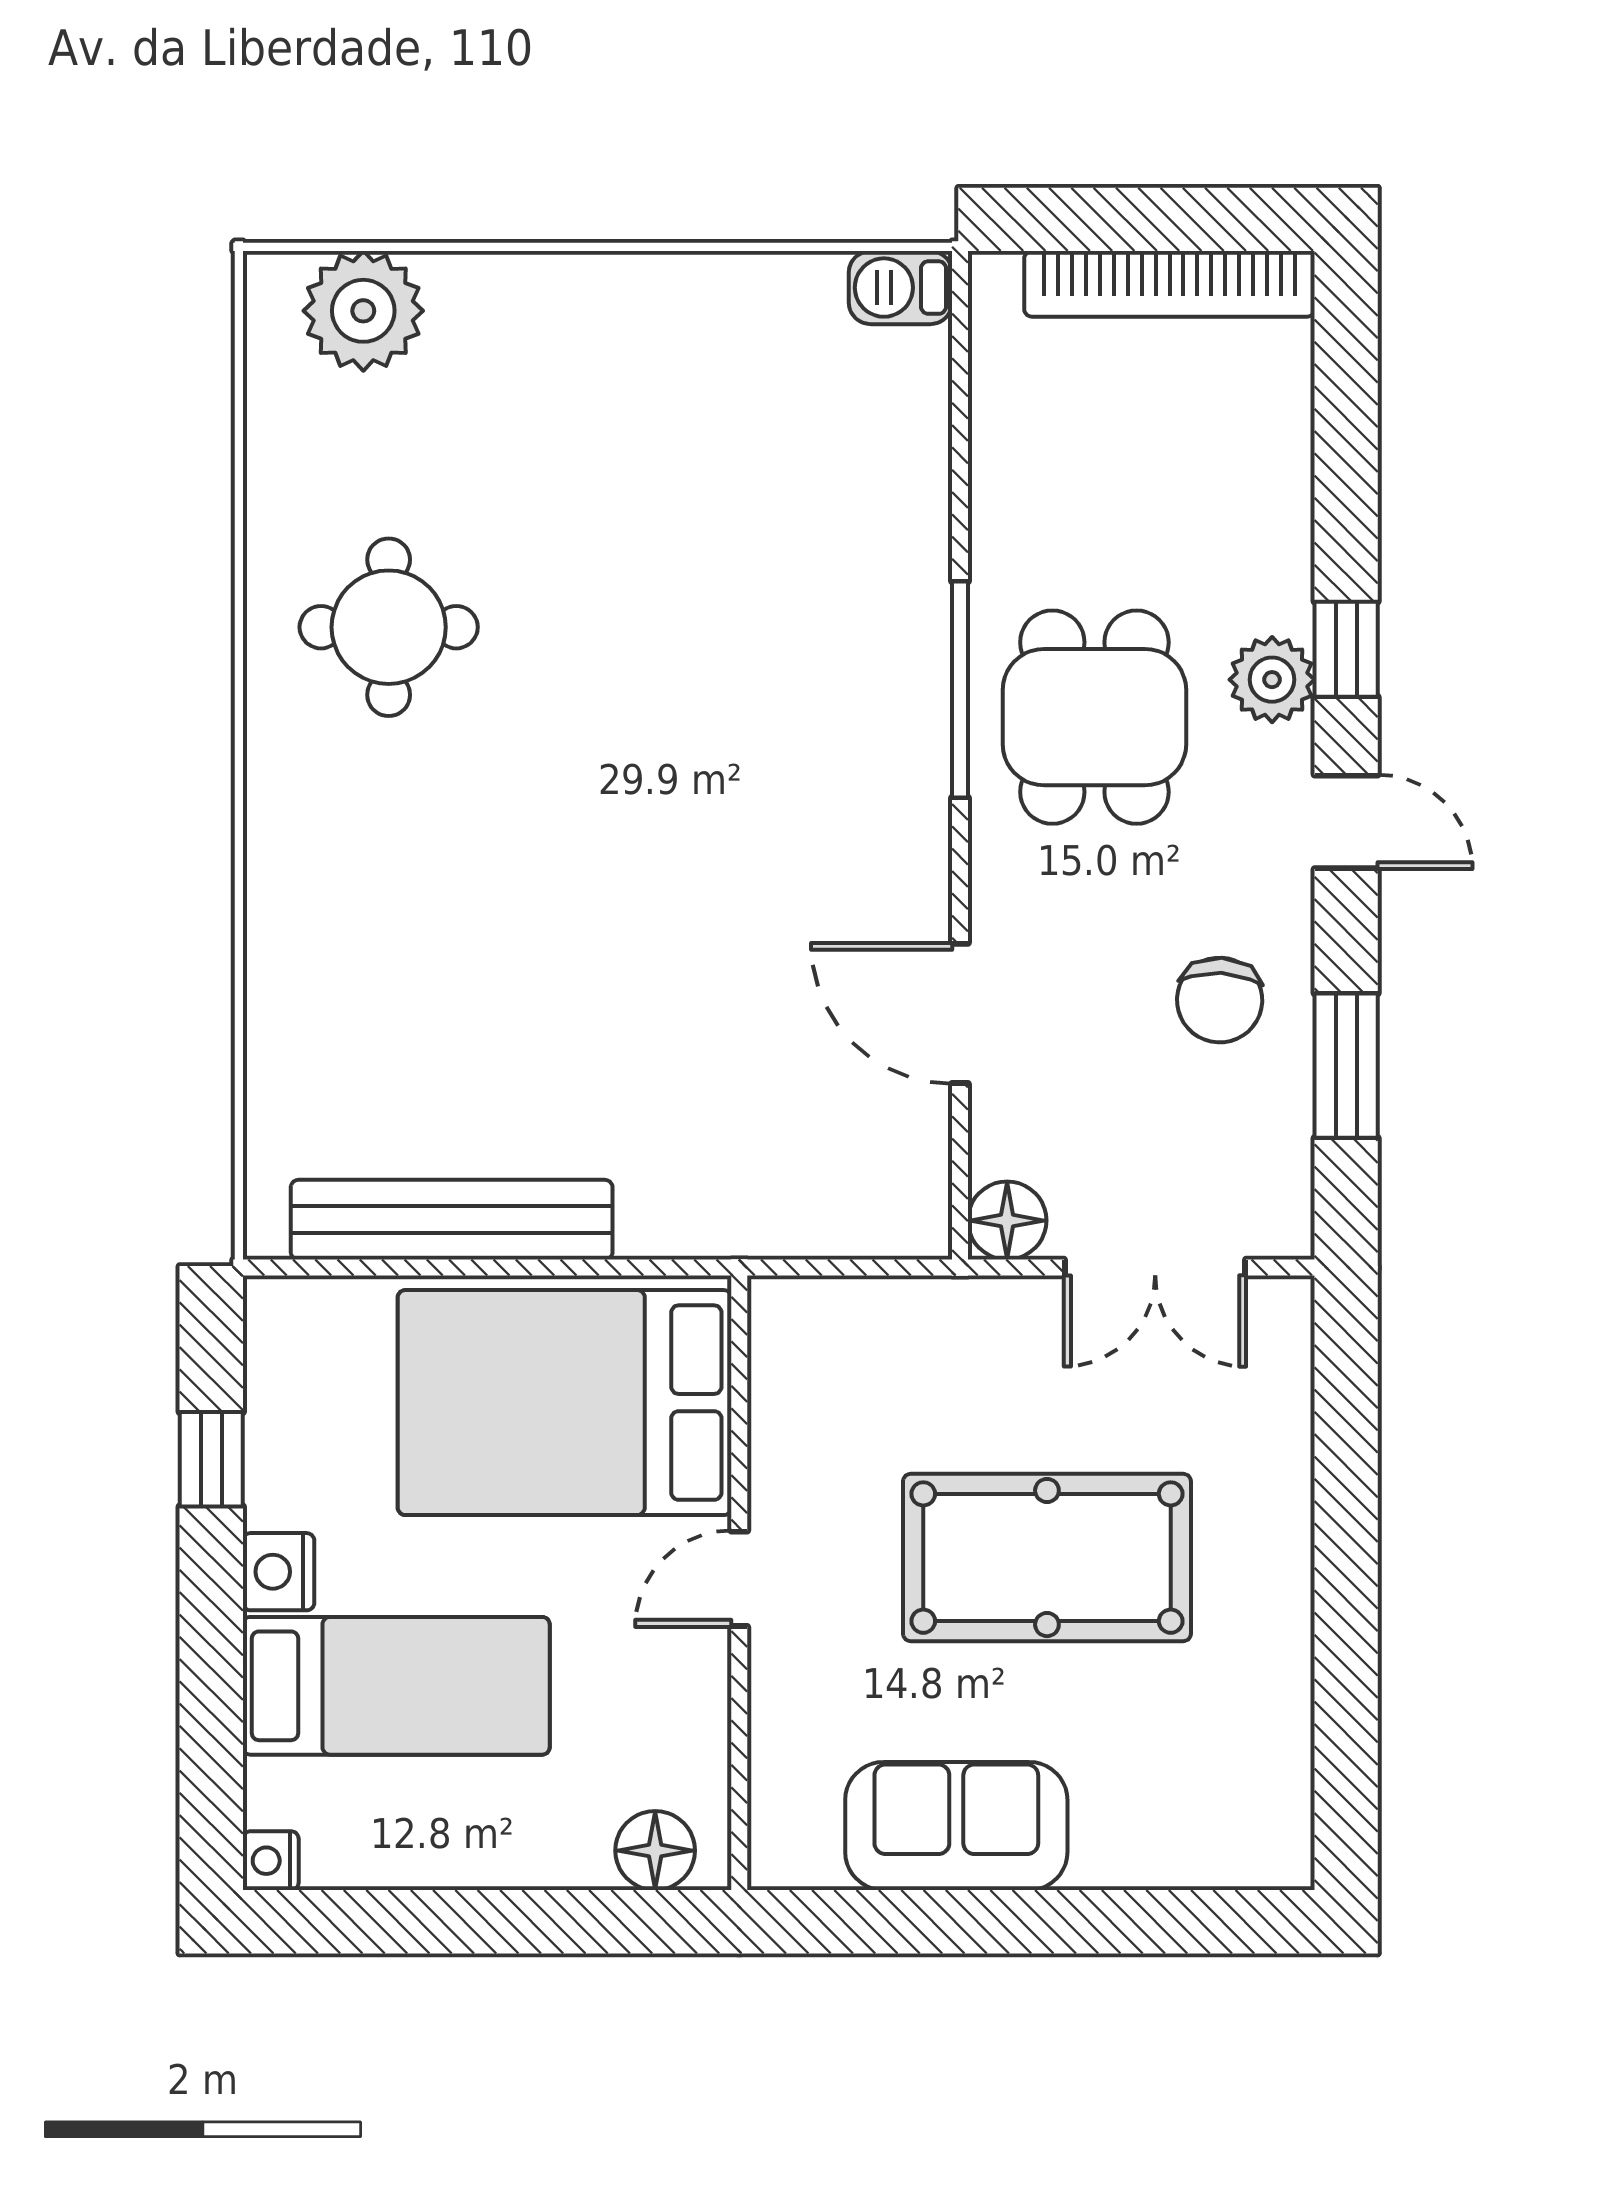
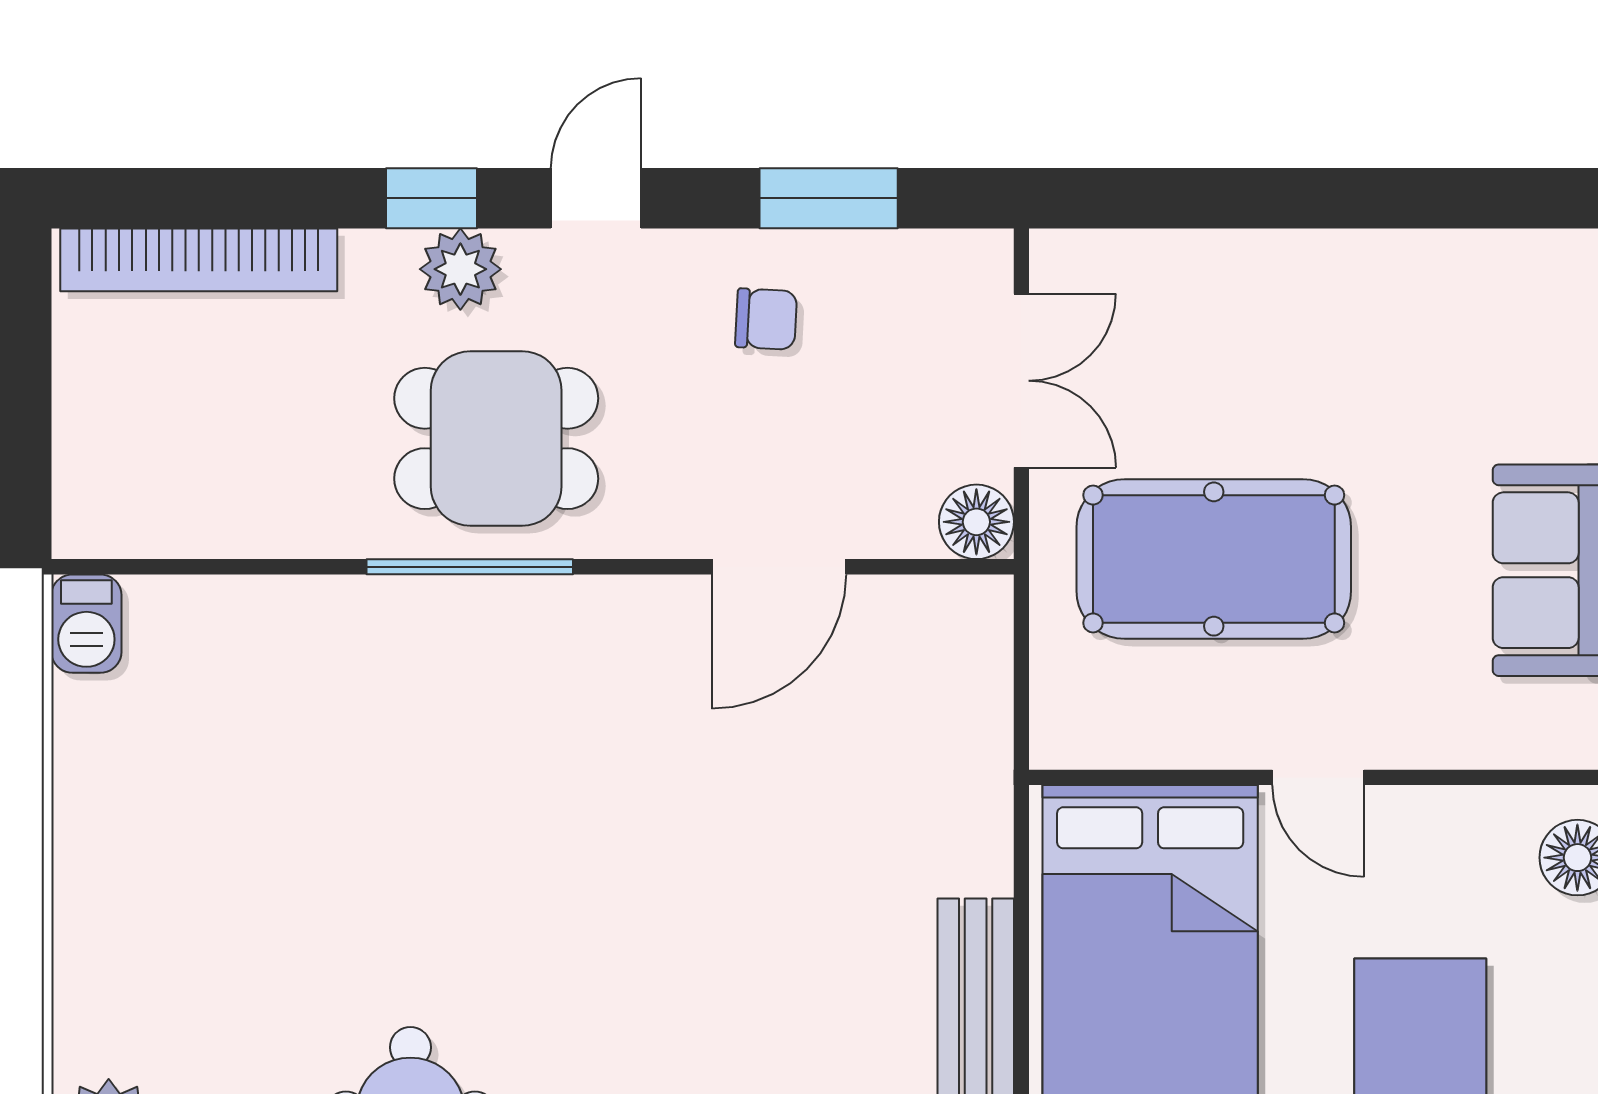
bookcase: (1170, 284) -> (199, 260), moved, turned 90
chair: (1220, 1000) -> (766, 319), width x0.73, depth x0.73
pool table: (1047, 1558) -> (1214, 559), moved, turned 90

